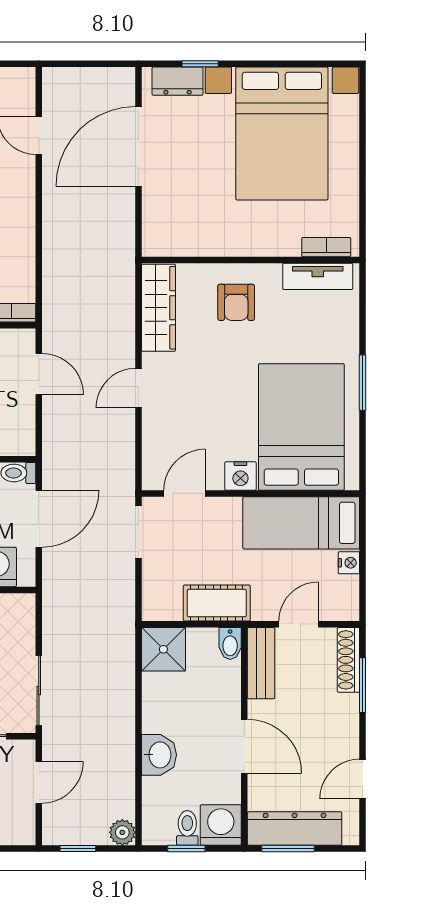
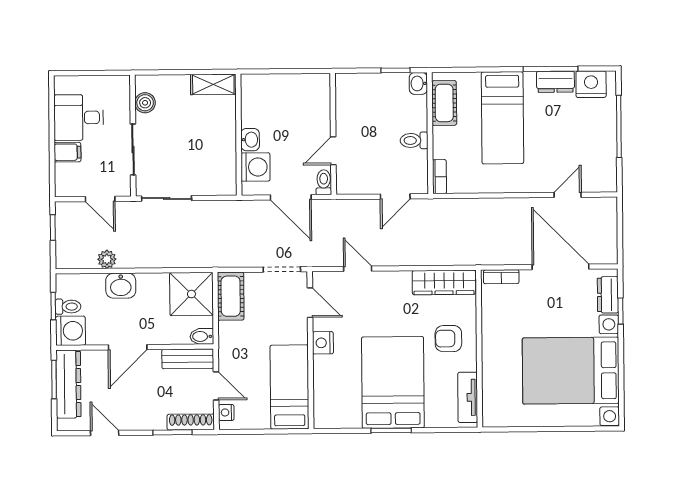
bookcase: (326, 247) -> (501, 277), moved, turned 90
door: (138, 388) -> (358, 269), moved
bed: (301, 427) -> (393, 382), moved, turned -90
nightstand: (349, 563) -> (226, 412), moved, turned 90
cot: (217, 603) -> (231, 296), moved
shower: (163, 649) -> (191, 294), width x1.36, depth x1.36
plant: (122, 832) -> (107, 259), moved

